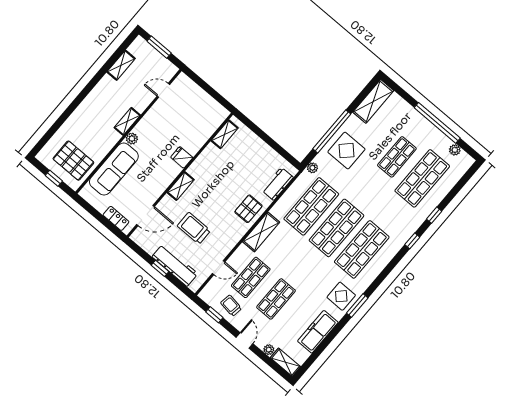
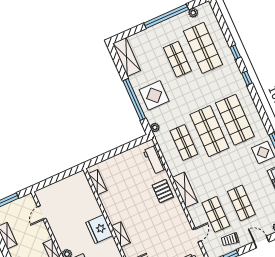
fridge: (182, 157) -> (99, 229), width x1.88, depth x1.34
shop shelf: (311, 206) -> (184, 142), width x0.70, depth x0.74
trolley: (194, 228) -> (158, 240), removed

